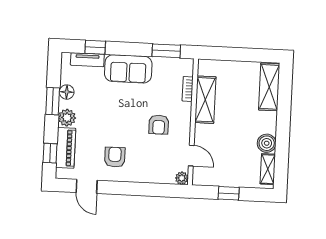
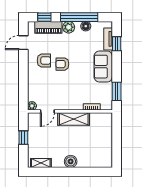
shelving: (269, 87) -> (96, 161), removed
shelving: (205, 100) -> (74, 119), moved
window: (53, 101) -> (79, 17), width x2.11
armchair: (159, 125) -> (62, 64), moved
boiler: (267, 143) -> (71, 161), moved

